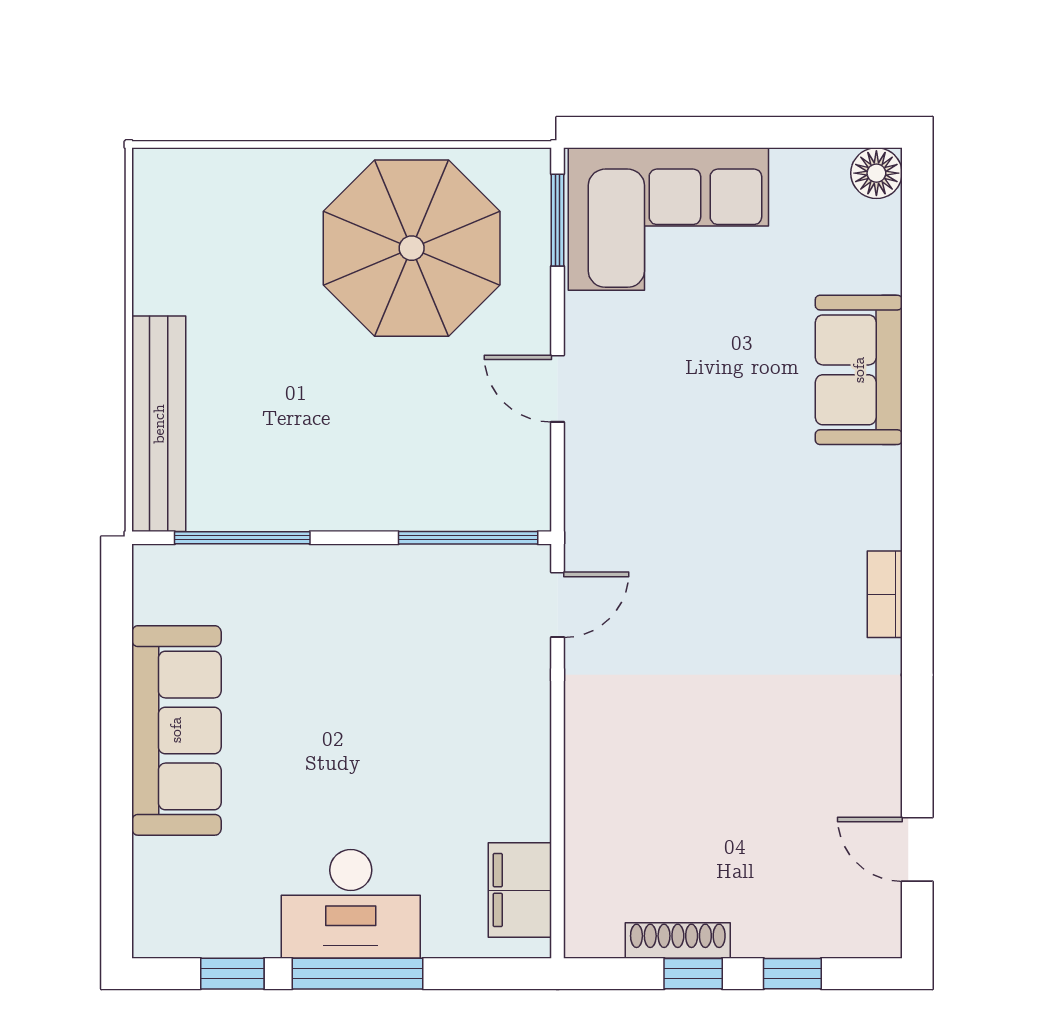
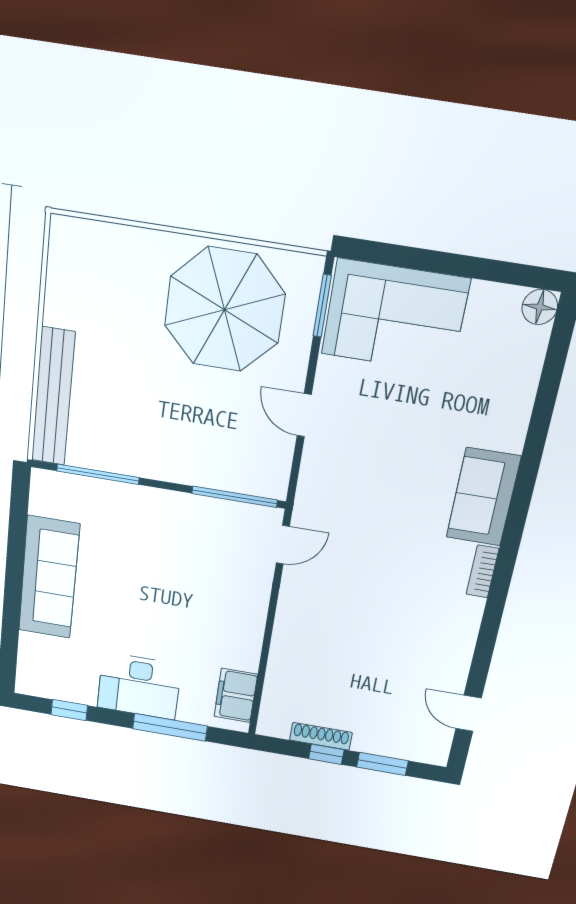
sofa: (859, 370) -> (483, 497), moved
window: (358, 974) -> (170, 727), moved
window: (792, 974) -> (382, 764), width x1.50

